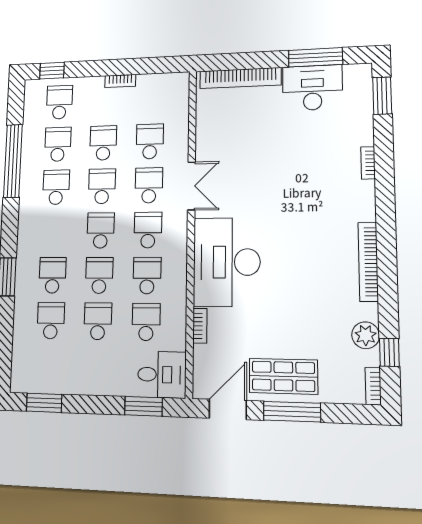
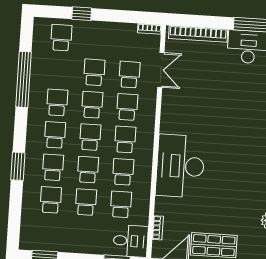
window: (52, 71) -> (82, 14), moved
bookcase: (120, 81) -> (150, 29), moved
school desk: (58, 144) -> (55, 135), moved
double door: (191, 186) -> (161, 70), moved
bookcase: (200, 326) -> (158, 228), moved

